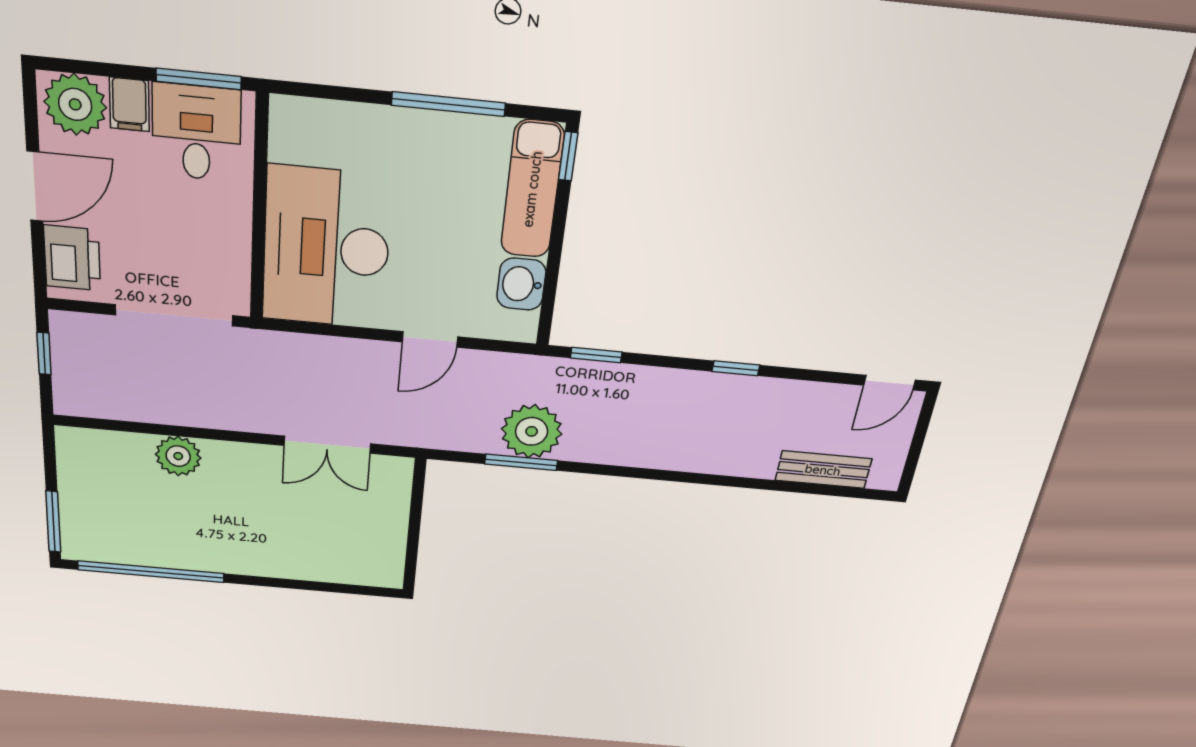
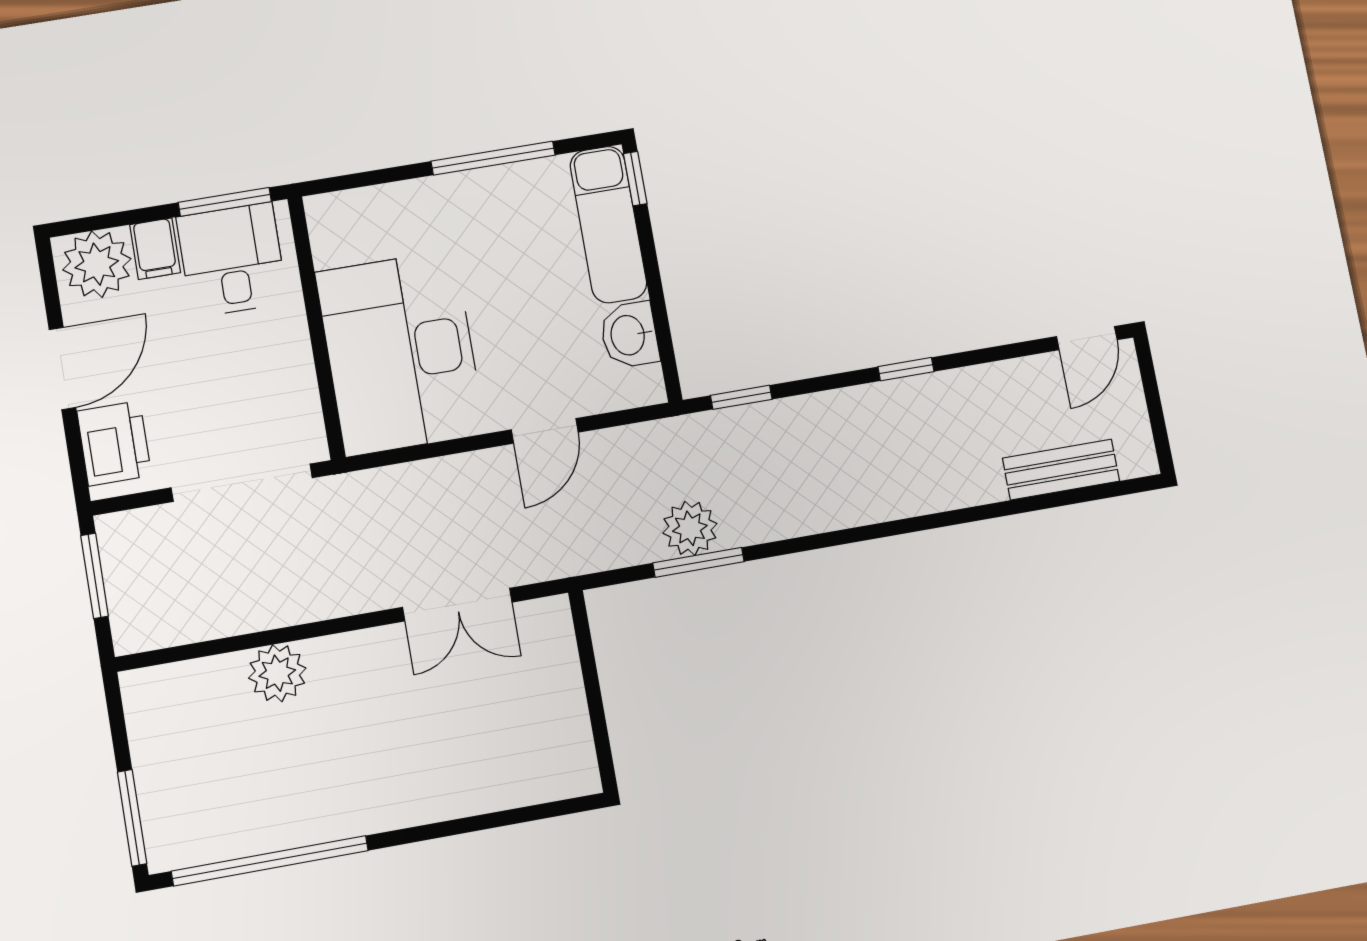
window: (44, 354) -> (95, 576), width x1.50
plant: (532, 431) -> (690, 528), width x0.73, depth x0.73

